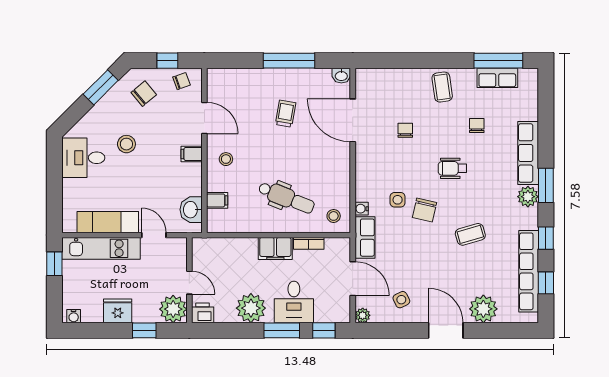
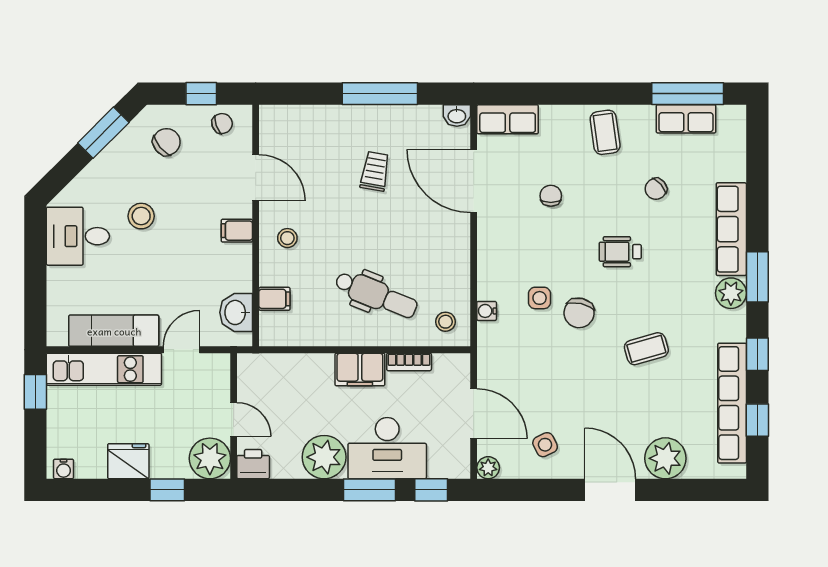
chair: (477, 126) -> (656, 189), turned -131
door: (154, 235) -> (182, 350), hinge flipped
row of seats: (365, 238) -> (508, 119), moved, turned 90
desk: (294, 302) -> (387, 448), width x1.37

